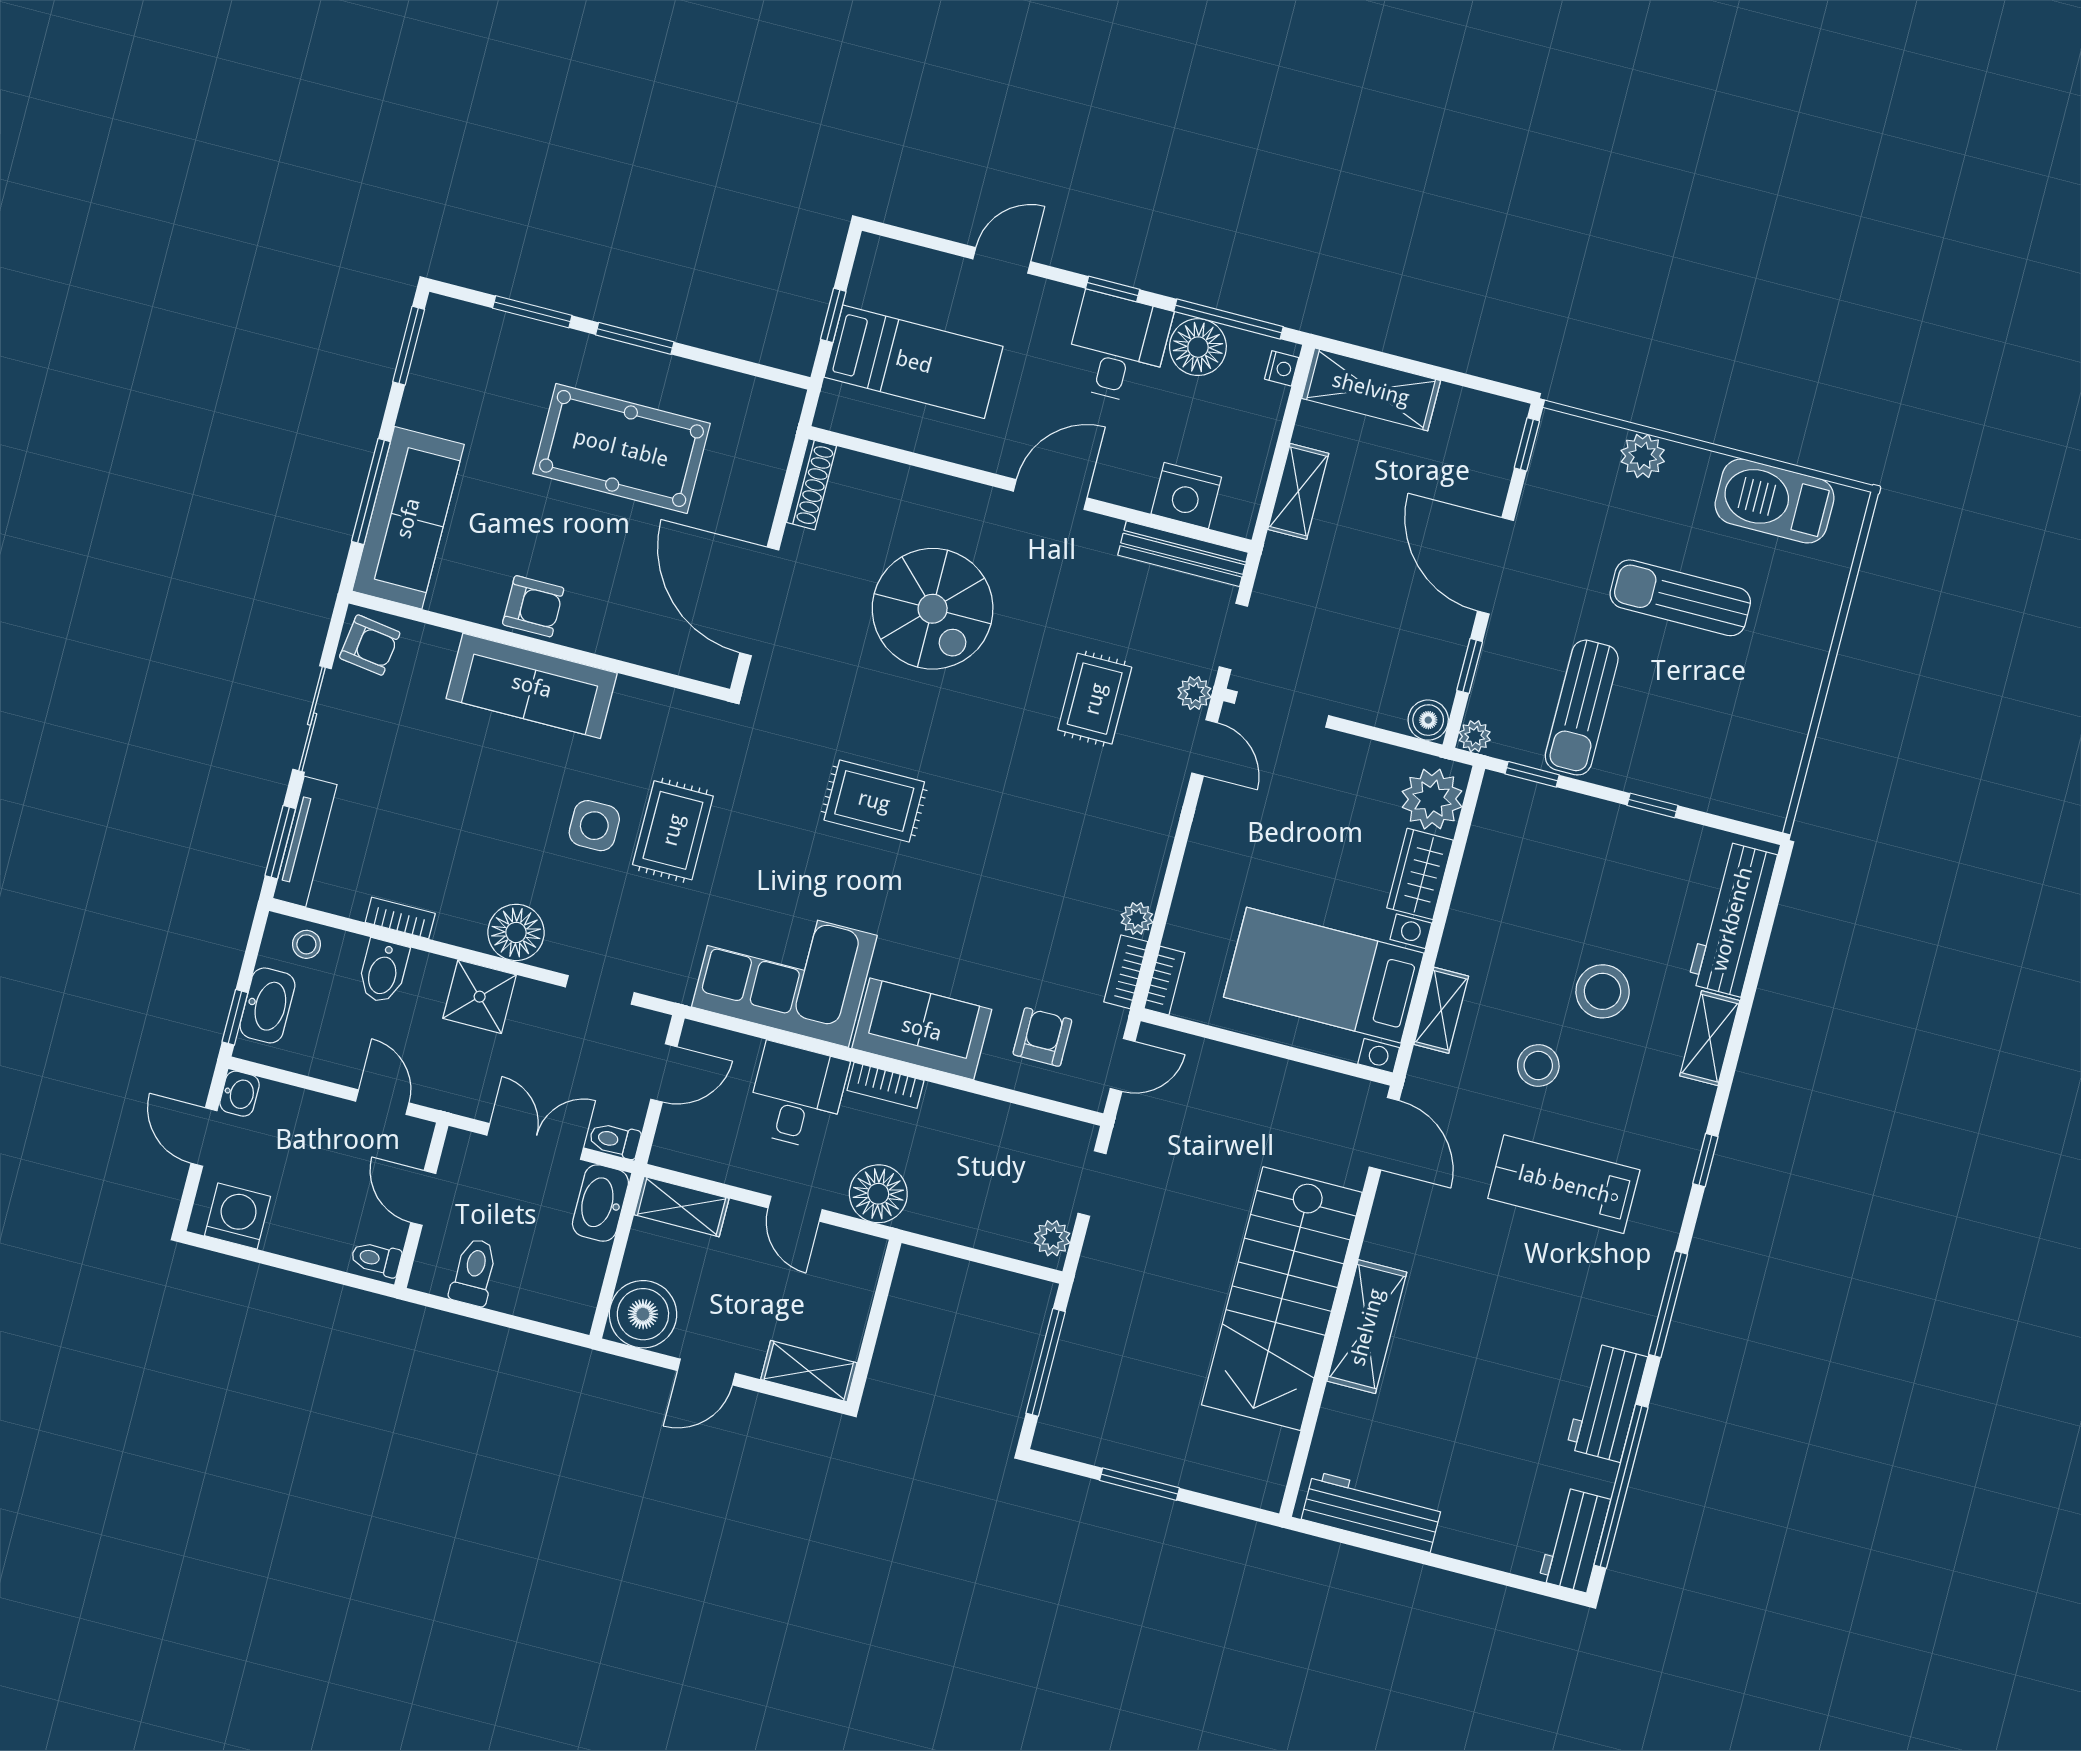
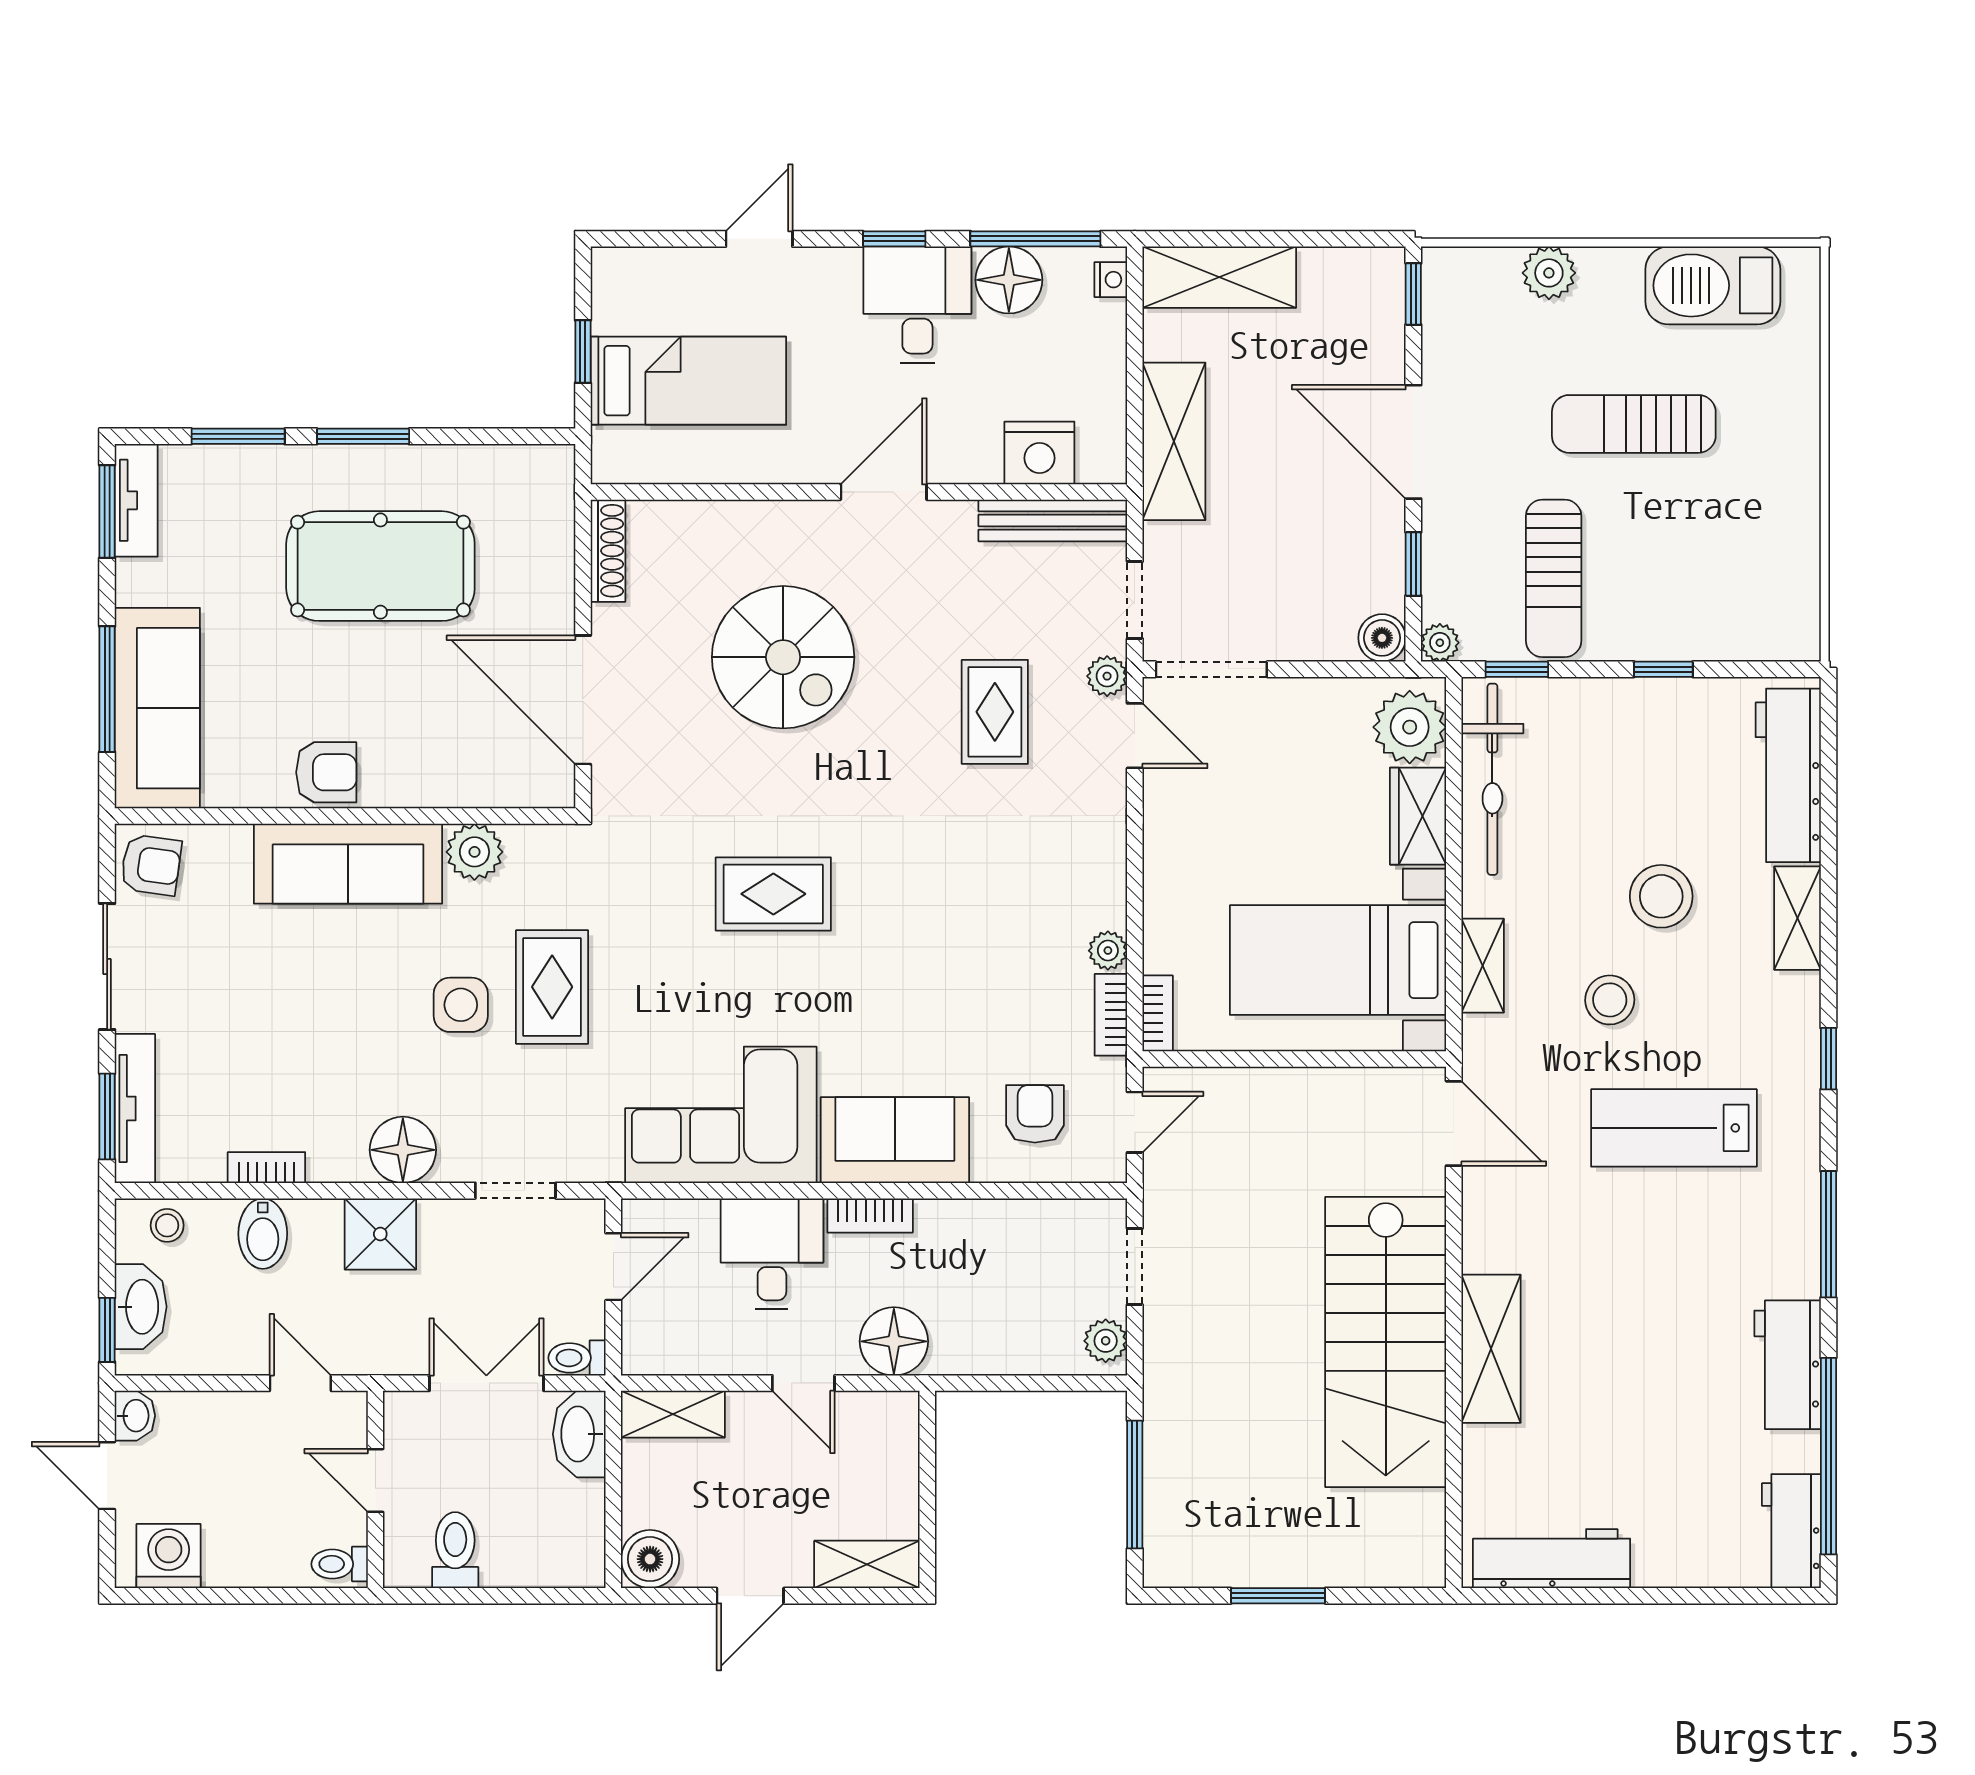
tv unit: (435, 343) -> (136, 500), added
shelving: (1298, 491) -> (1174, 441), width x1.50, depth x1.33
plant: (638, 703) -> (474, 852), added
bicycle: (1489, 859) -> (1492, 779), added
boiler: (643, 1314) -> (650, 1559), width x0.73, depth x0.73

